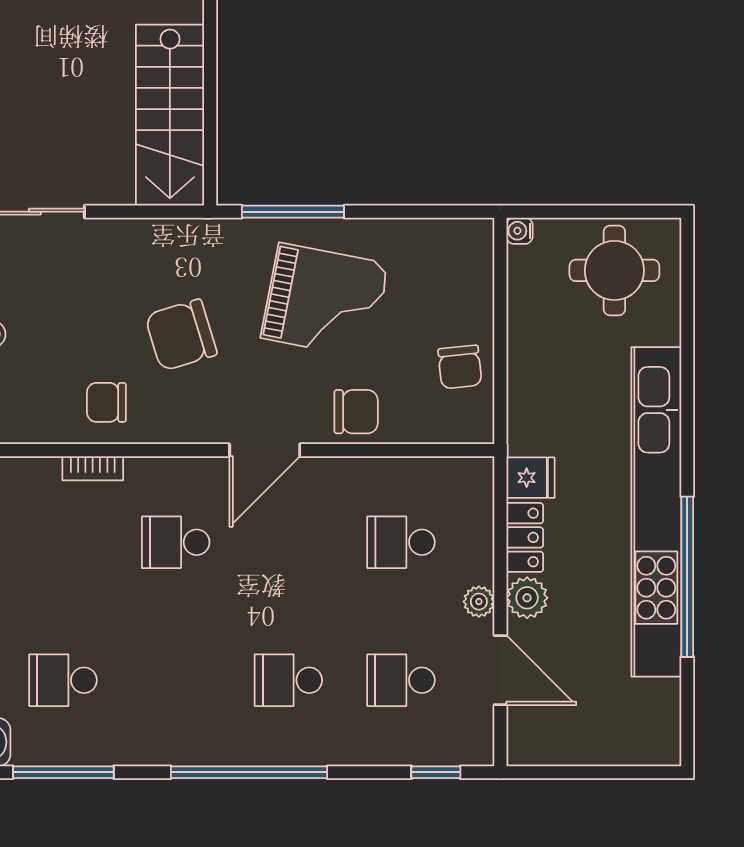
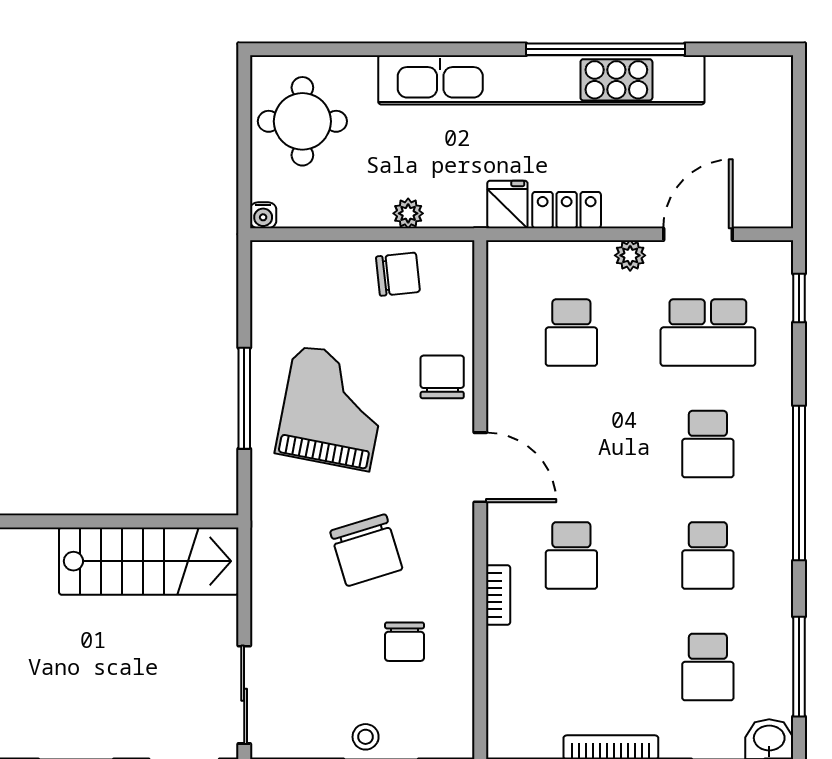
window: (293, 212) -> (244, 398), moved
chair: (106, 402) -> (405, 642), moved
bookcase: (93, 468) -> (498, 595), moved
plant: (527, 598) -> (408, 213), moved, width x0.73, depth x0.73
school desk: (176, 680) -> (708, 556), added
school desk: (401, 680) -> (708, 333), width x1.85

